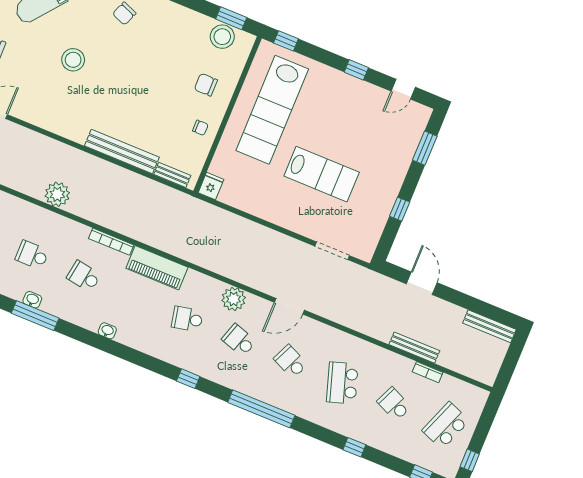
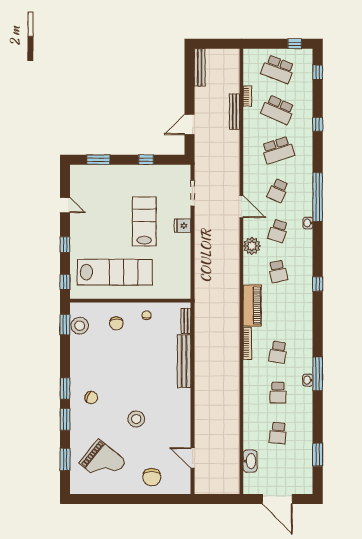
window: (356, 70) -> (65, 245), moved
door: (403, 89) -> (65, 205), moved
fridge: (211, 186) -> (183, 226), moved
plant: (57, 194) -> (230, 392), removed
washbasin: (107, 331) -> (308, 223), moved
window: (188, 379) -> (318, 284), moved
school desk: (394, 404) -> (278, 110), width x1.85

